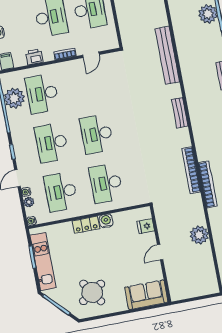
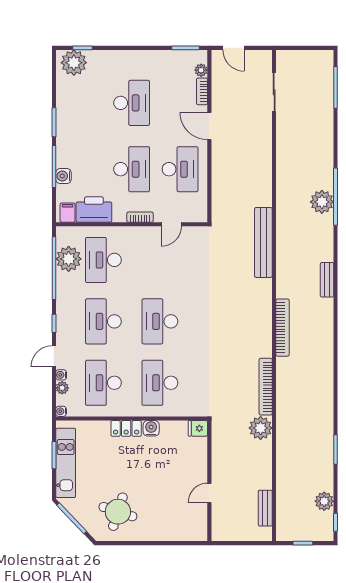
printer: (34, 57) -> (94, 210), width x1.87, depth x1.48
bench: (180, 113) -> (265, 508), moved
bookcase: (208, 184) -> (283, 328), moved
fridge: (146, 226) -> (198, 428), moved
plant: (199, 235) -> (261, 428), moved
door: (160, 252) -> (209, 493), moved
round table: (92, 292) -> (118, 512), turned -38
sofa: (146, 295) -> (183, 527), removed

